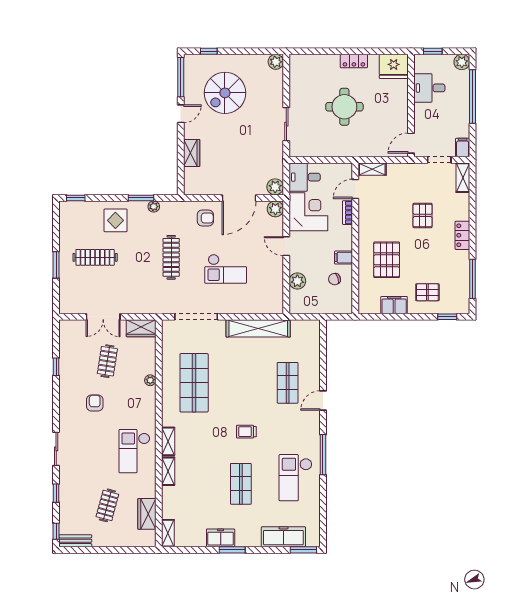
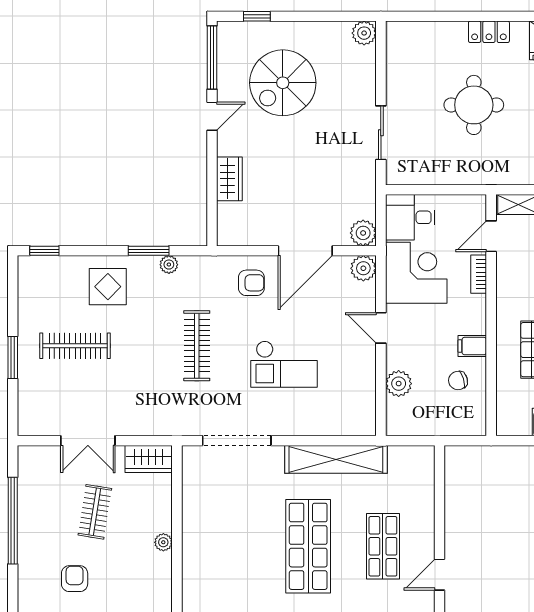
window: (56, 367) -> (13, 521), width x3.17
shop shelf: (194, 383) -> (308, 546), moved

